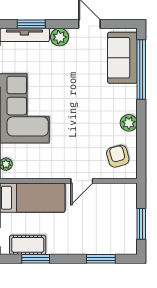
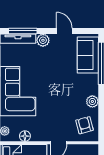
window: (31, 24) -> (23, 31), width x1.44
floor lamp: (34, 171) -> (25, 136), added

